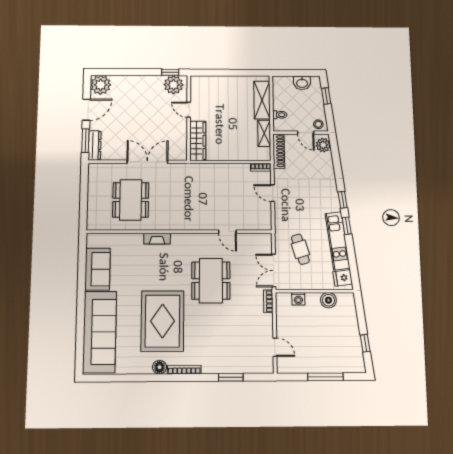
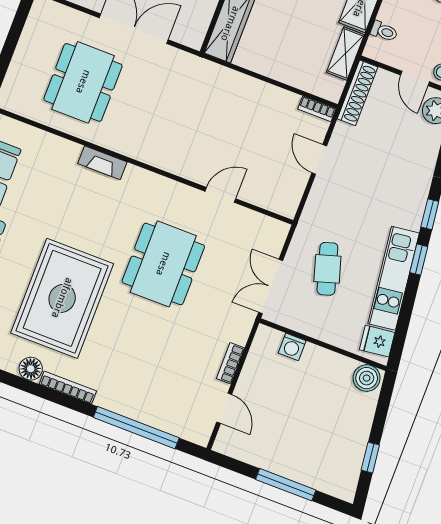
door: (227, 232) -> (220, 195), swing flipped
boiler: (328, 300) -> (367, 378), moved
bookcase: (268, 301) -> (231, 363), moved
window: (231, 377) -> (136, 428), width x2.11

